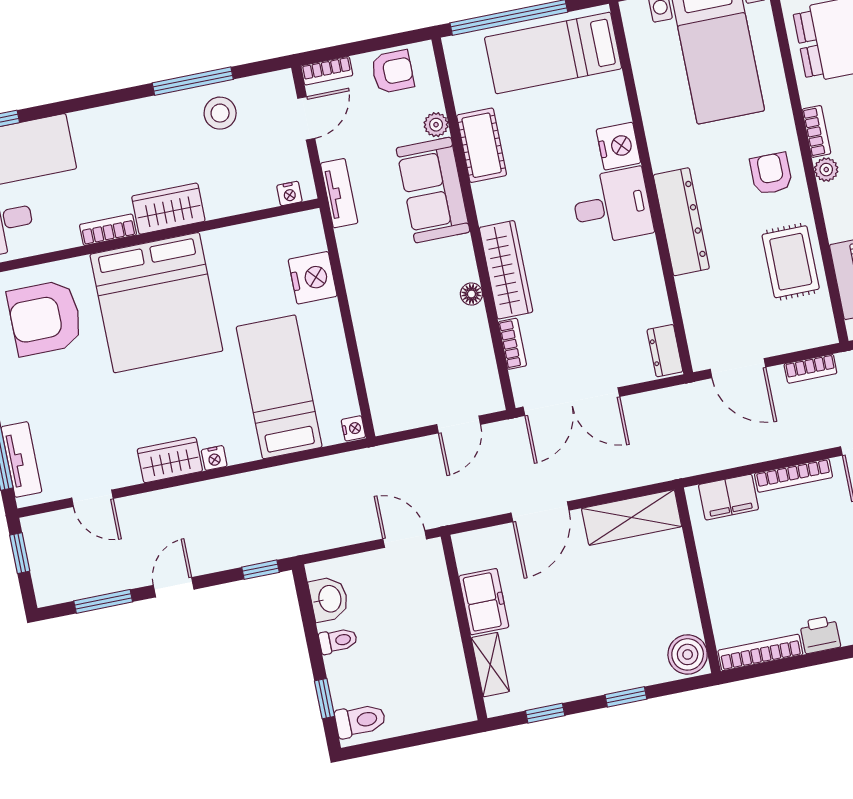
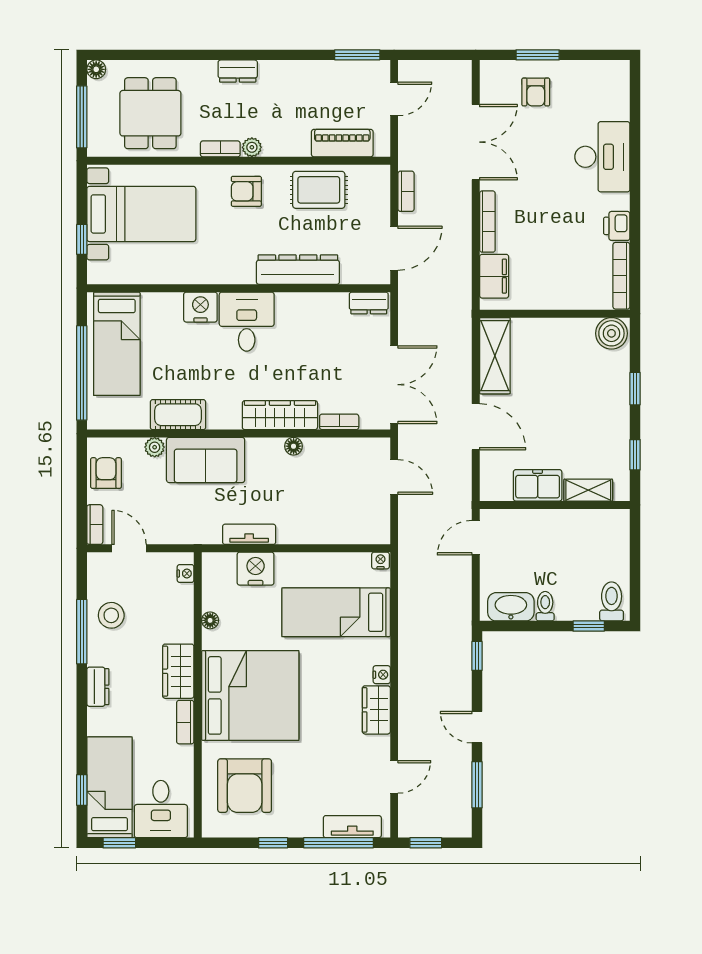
dresser: (130, 114) -> (98, 687), added
tv unit: (339, 193) -> (249, 534), moved
dresser: (681, 222) -> (298, 270), moved
floor lamp: (238, 235) -> (210, 620), added
washbasin: (329, 599) -> (511, 607), width x1.38

